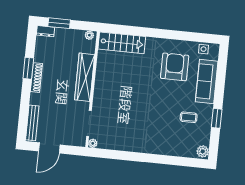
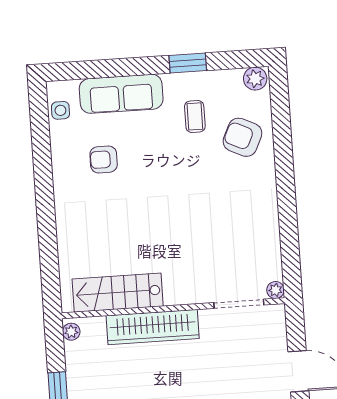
stairs: (122, 43) -> (118, 293), moved, turned -90
armchair: (175, 67) -> (104, 159), width x0.53, depth x0.53
armchair: (174, 140) -> (242, 137), added

